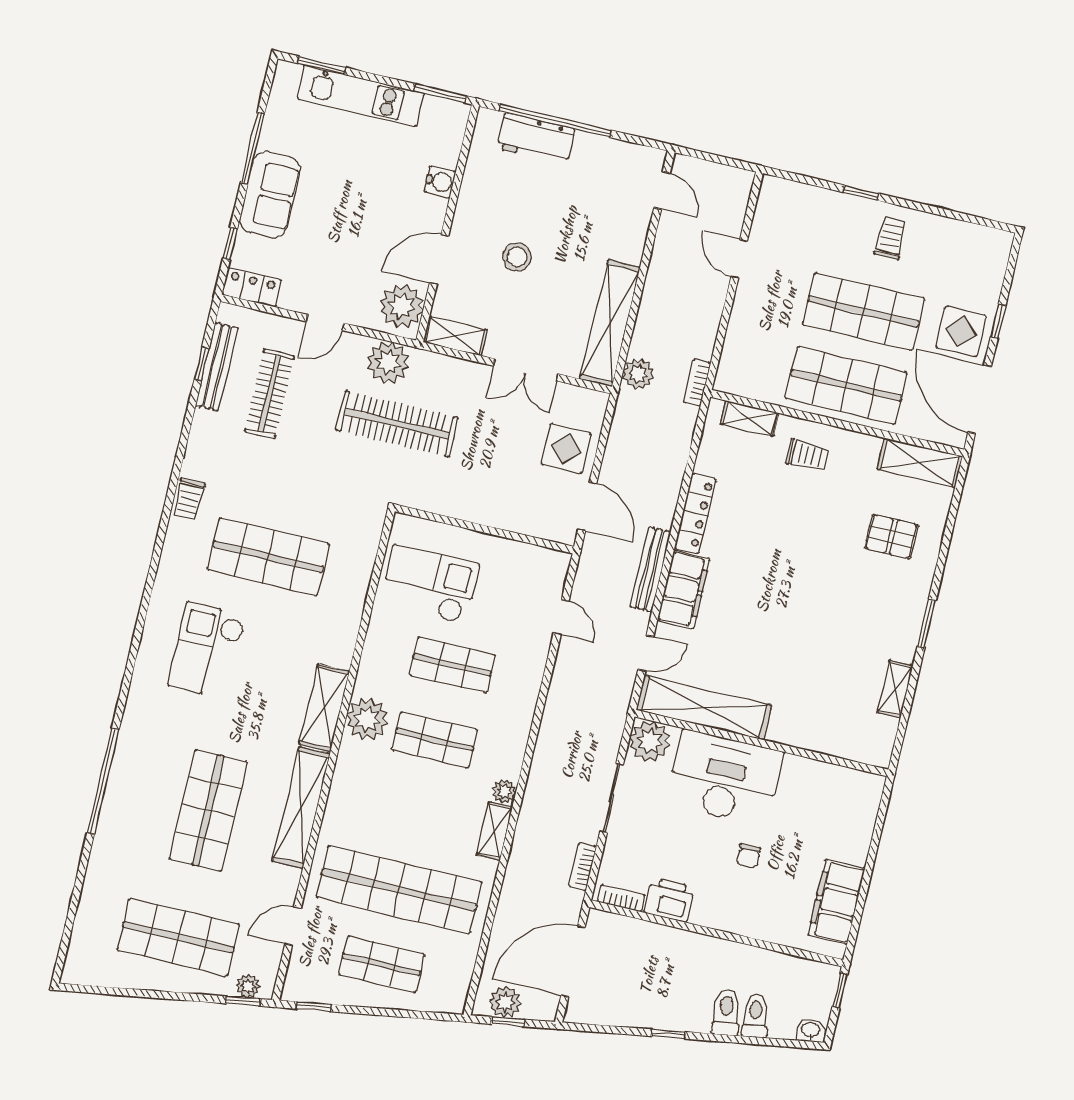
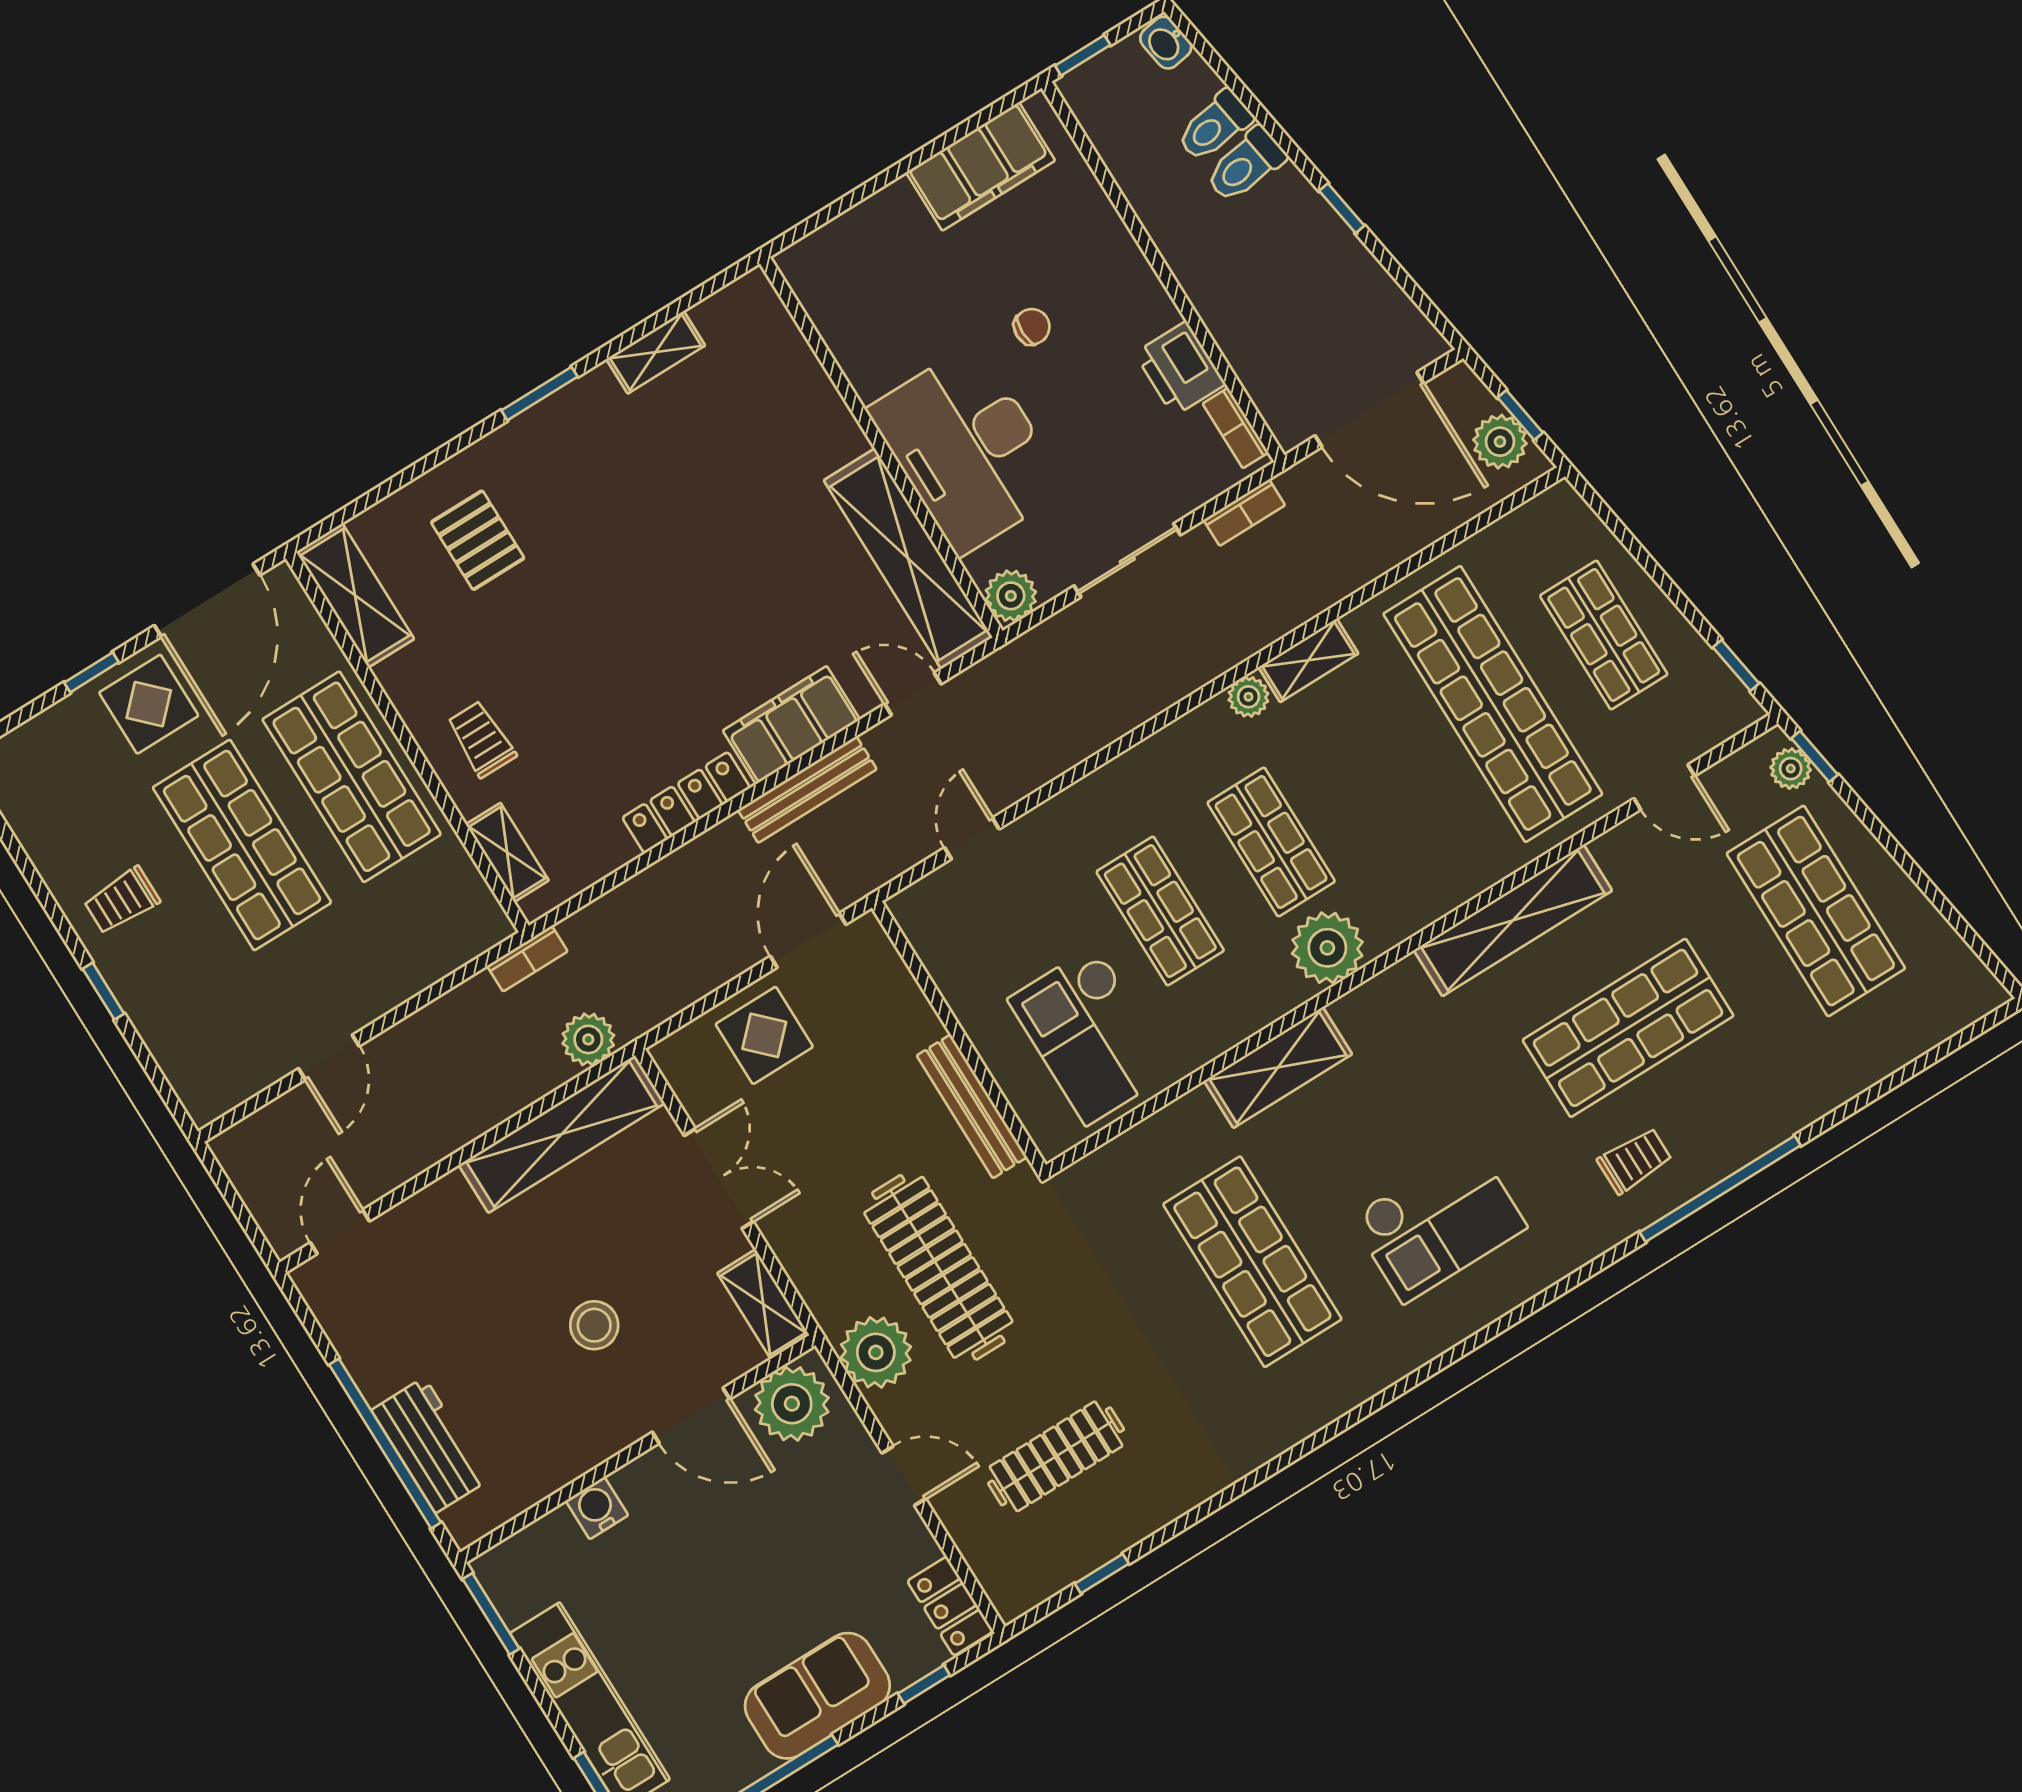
bench: (217, 367) -> (972, 1106), moved, turned 90
trolley: (189, 499) -> (1635, 1161), moved
shelving: (324, 708) -> (1278, 1067), moved
plant: (650, 741) -> (1011, 596), width x0.73, depth x0.73

